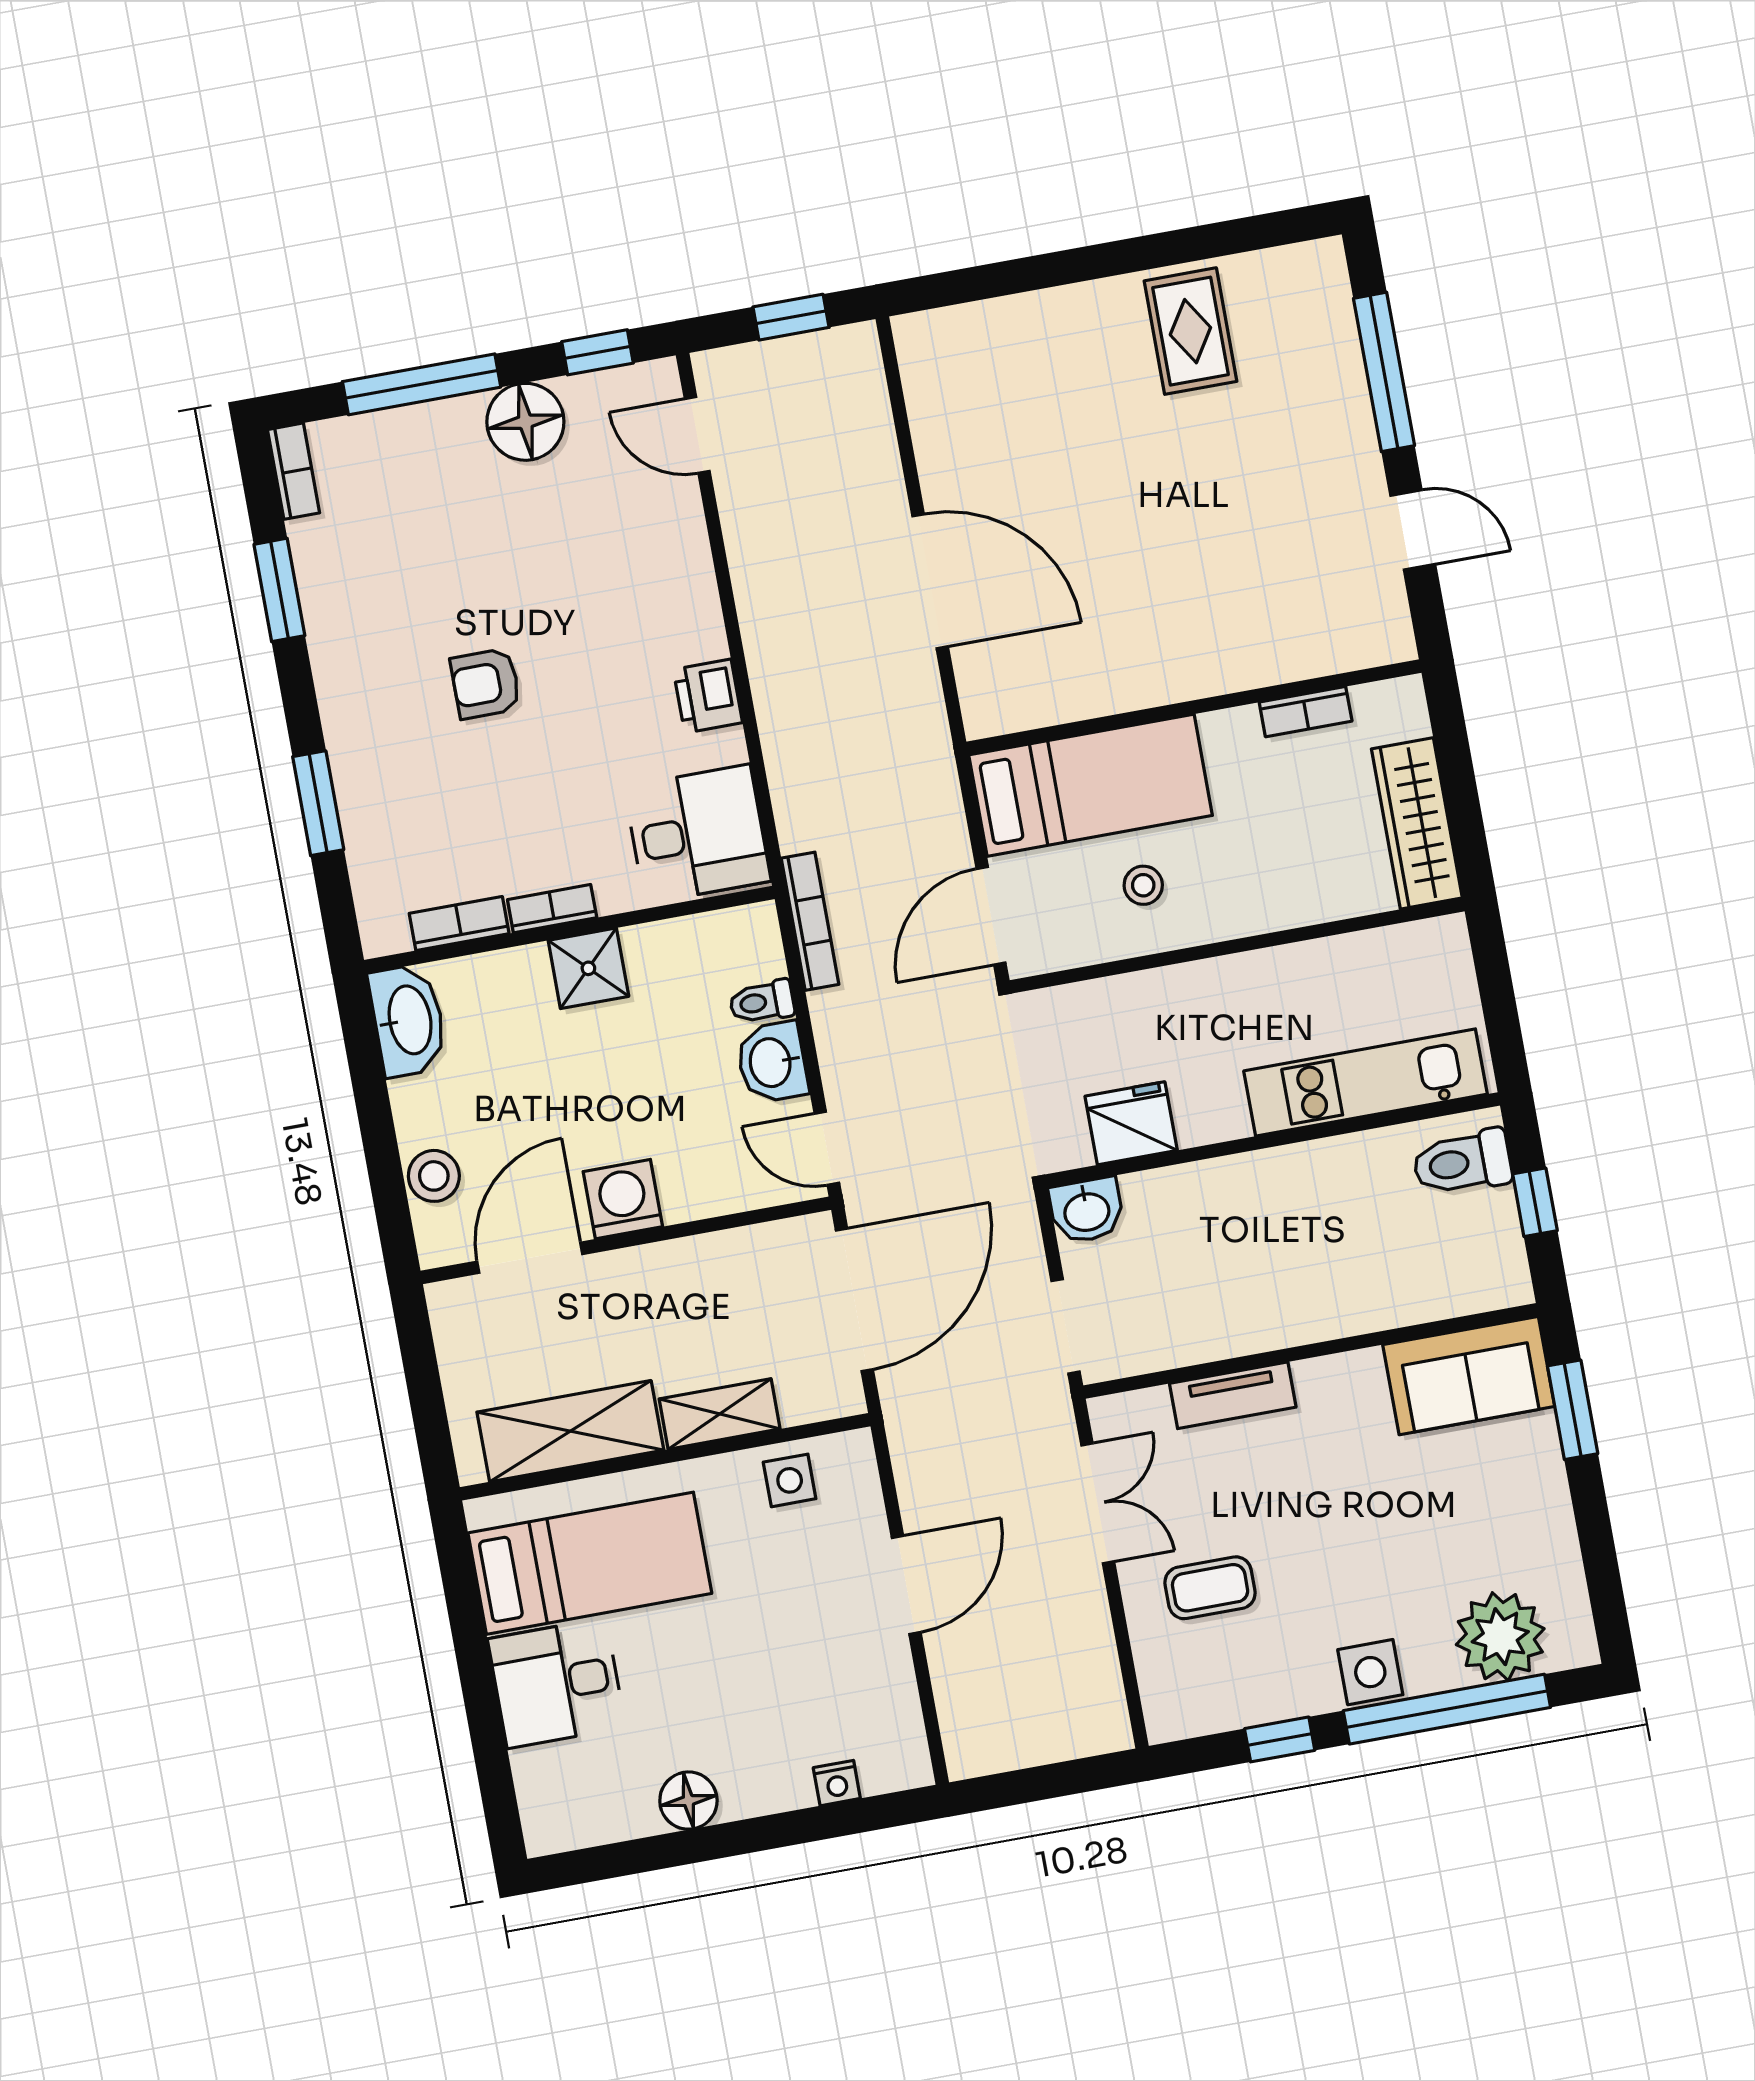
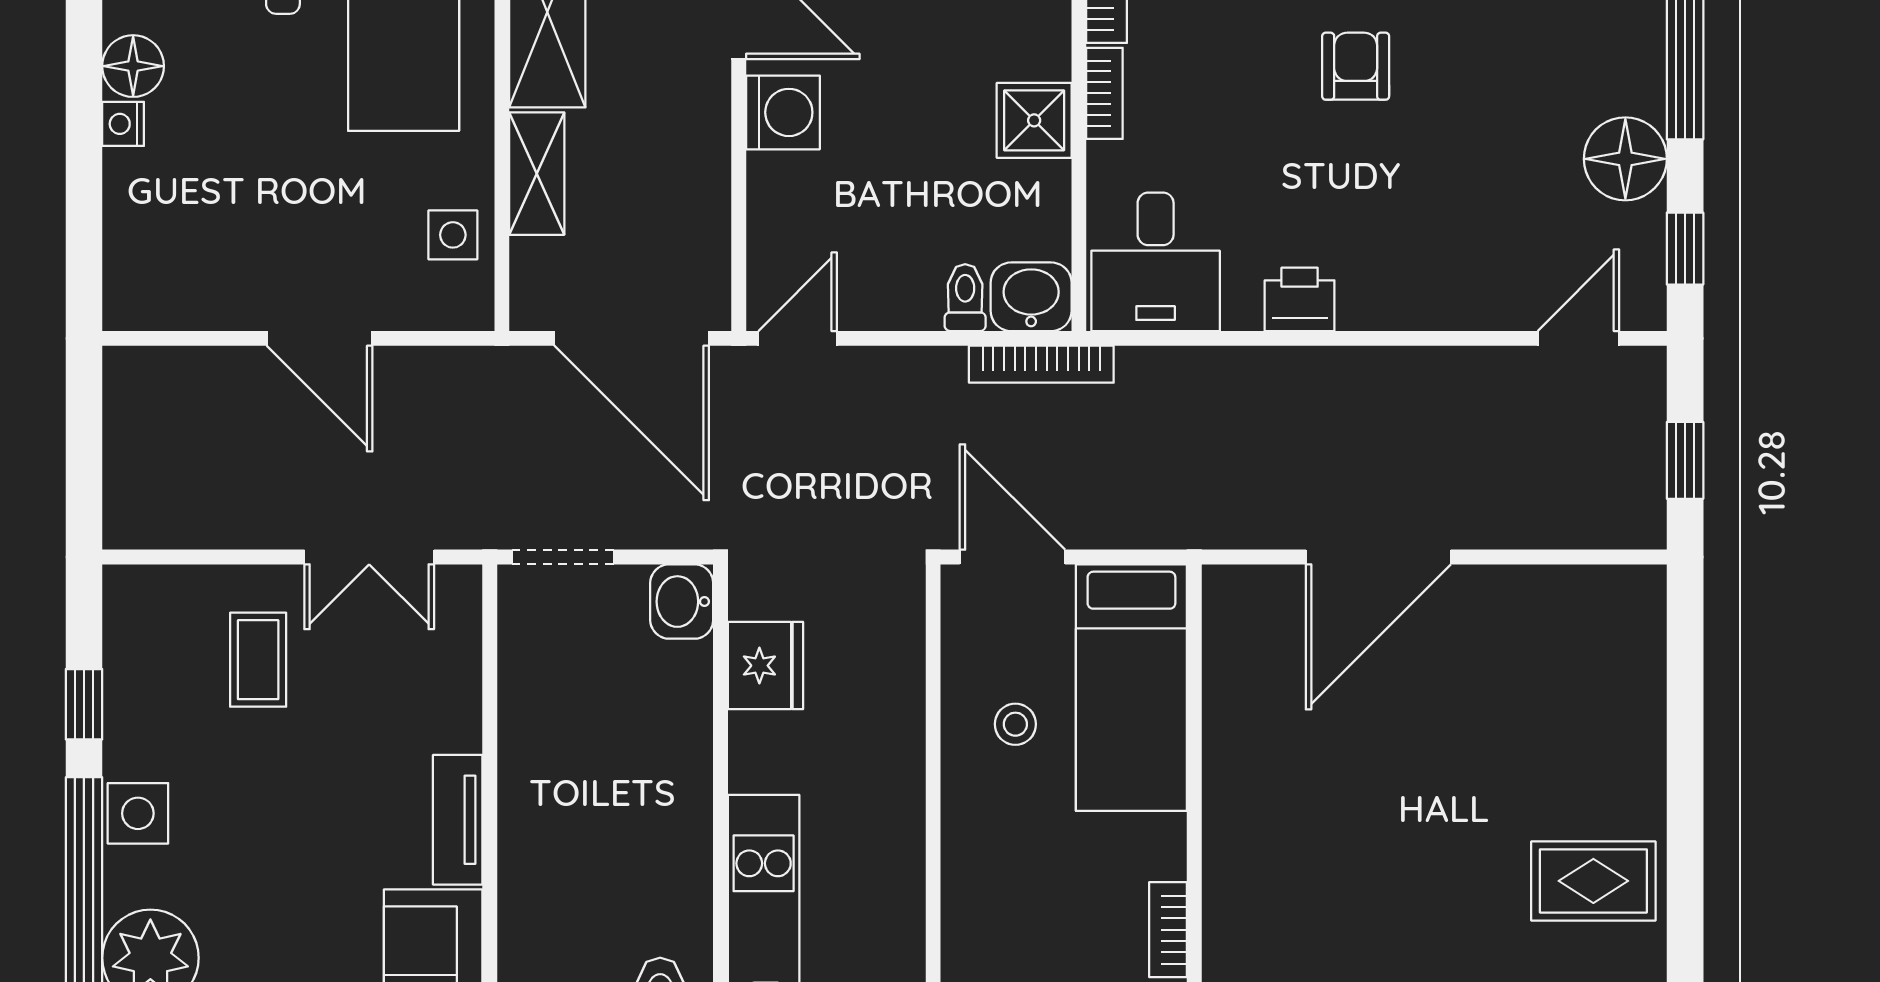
washbasin: (772, 1062) -> (1031, 297), moved
tv unit: (1233, 1395) -> (458, 820), moved
nightstand: (837, 1783) -> (123, 124), moved

